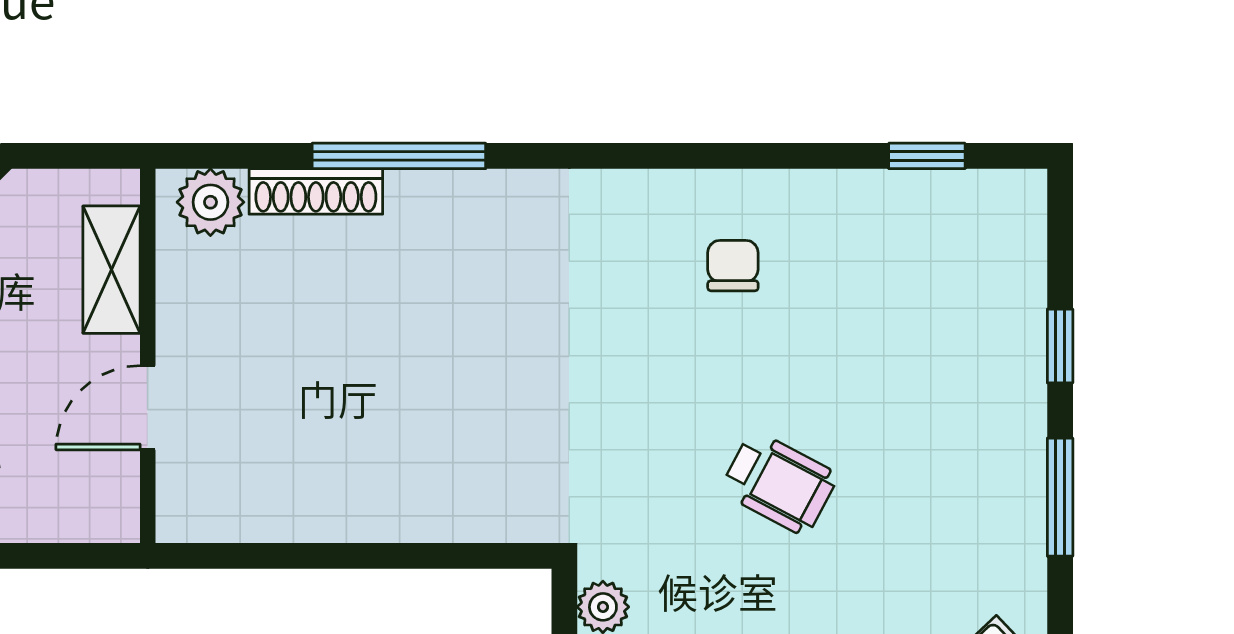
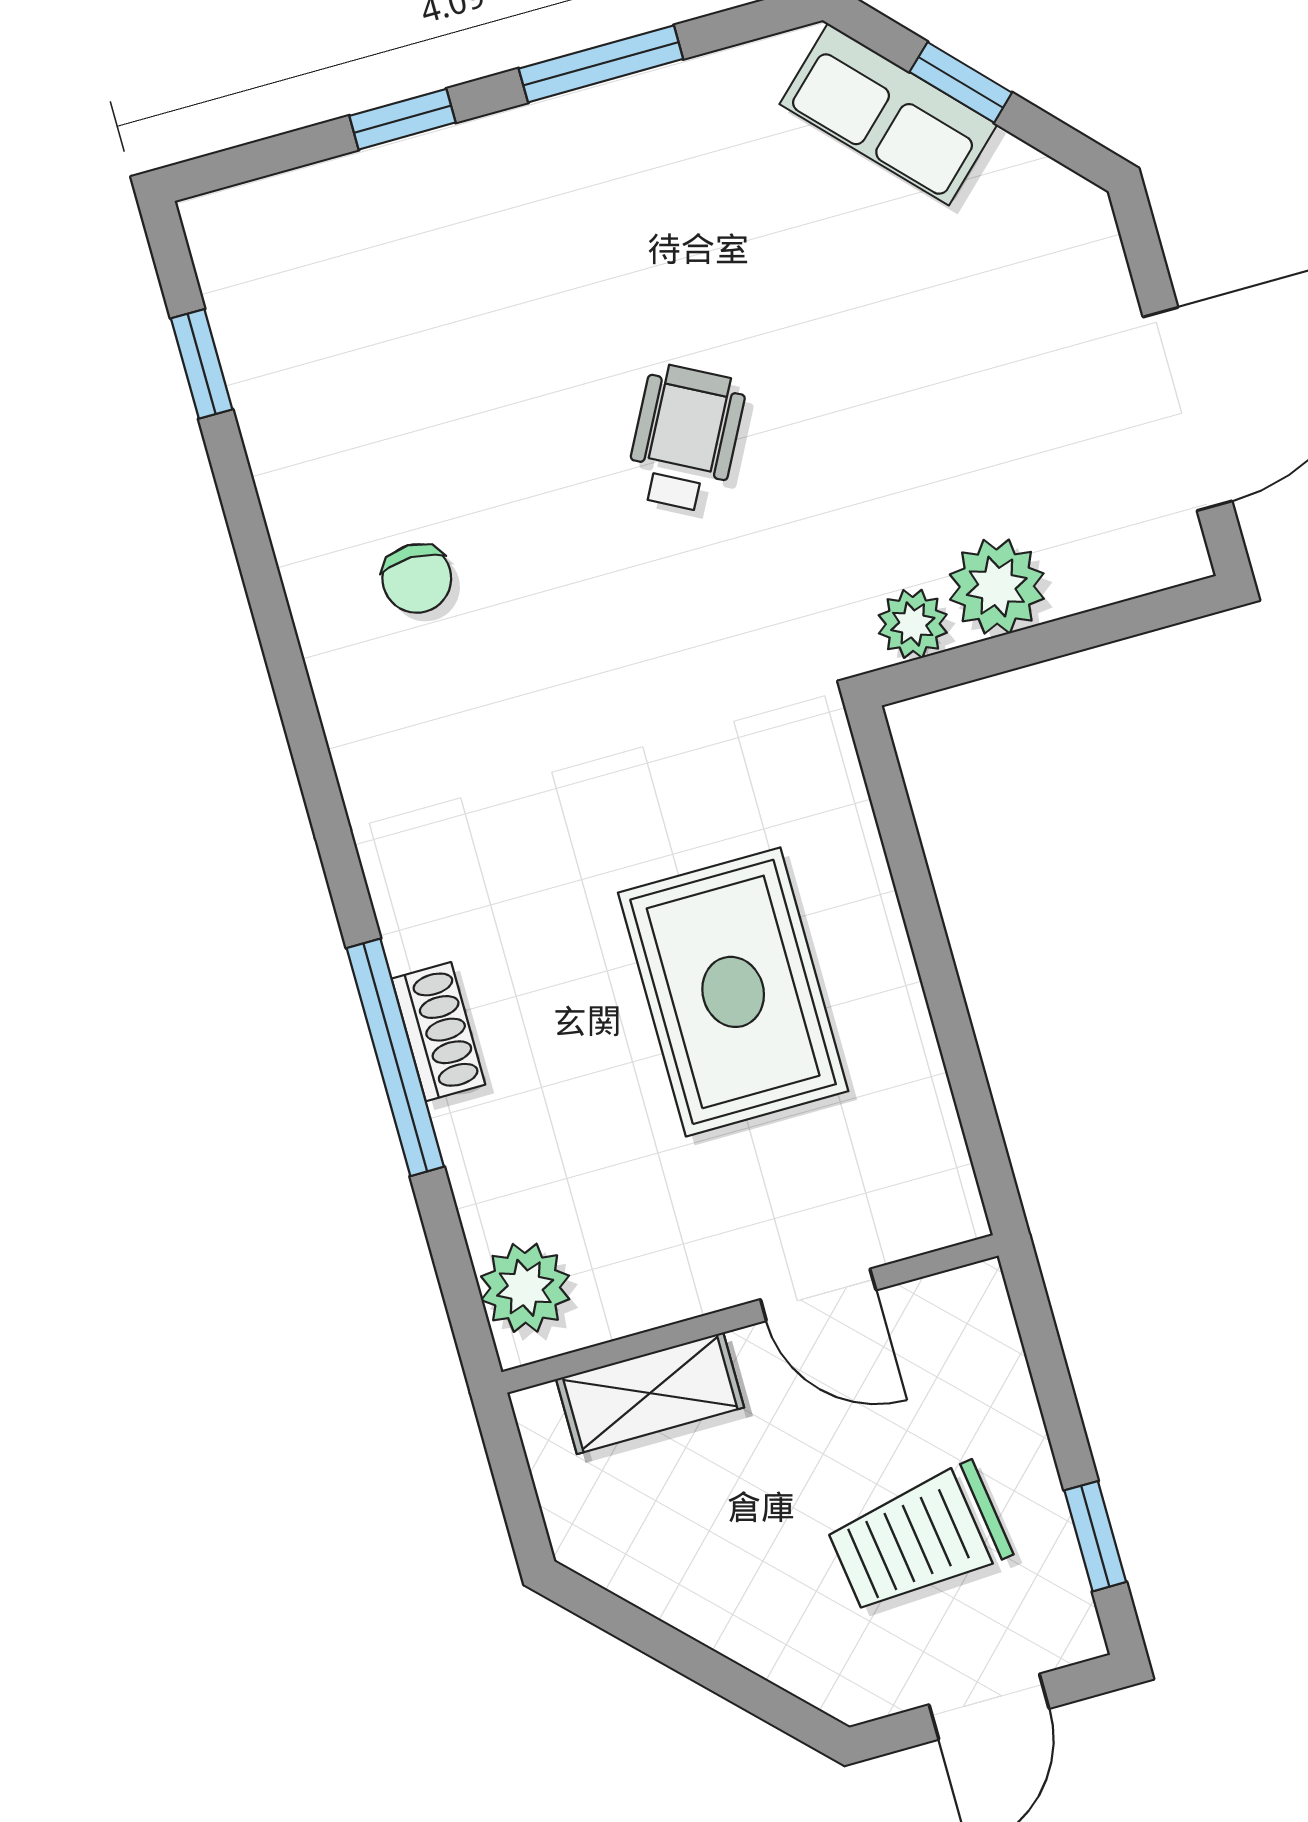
shoe rack: (316, 191) -> (438, 1032), moved, width x0.70
chair: (733, 266) -> (417, 578), turned -90
rug: (378, 407) -> (733, 992), added

